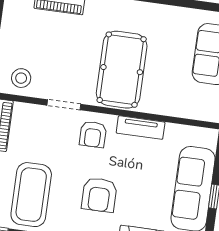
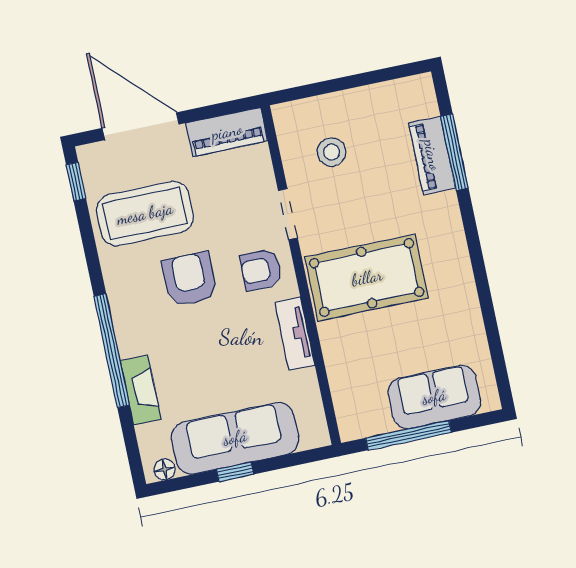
stool: (21, 78) -> (331, 152), moved
armchair: (99, 195) -> (190, 279), moved, turned 90

